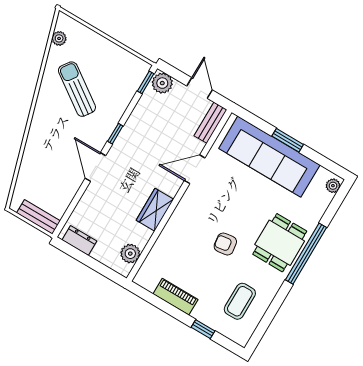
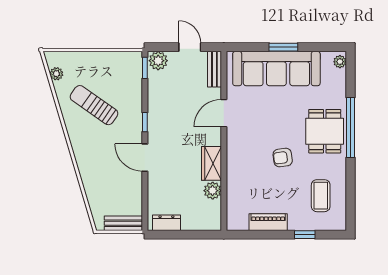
plant: (130, 254) -> (213, 191), moved

